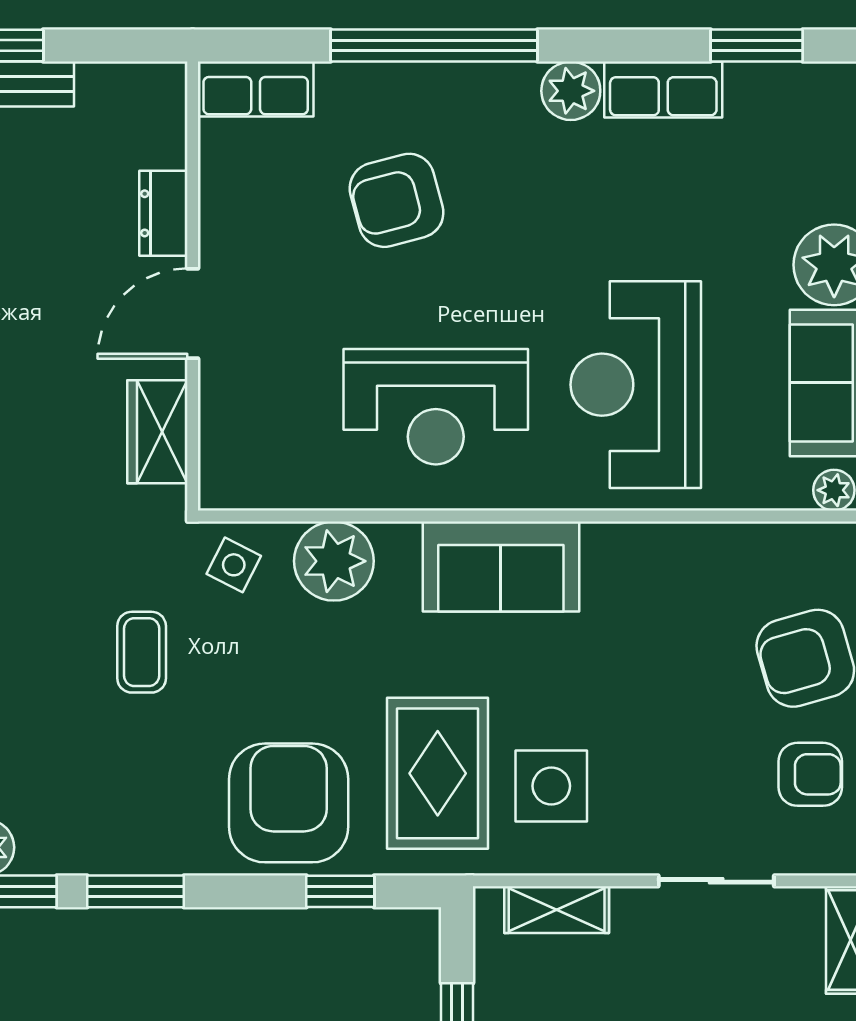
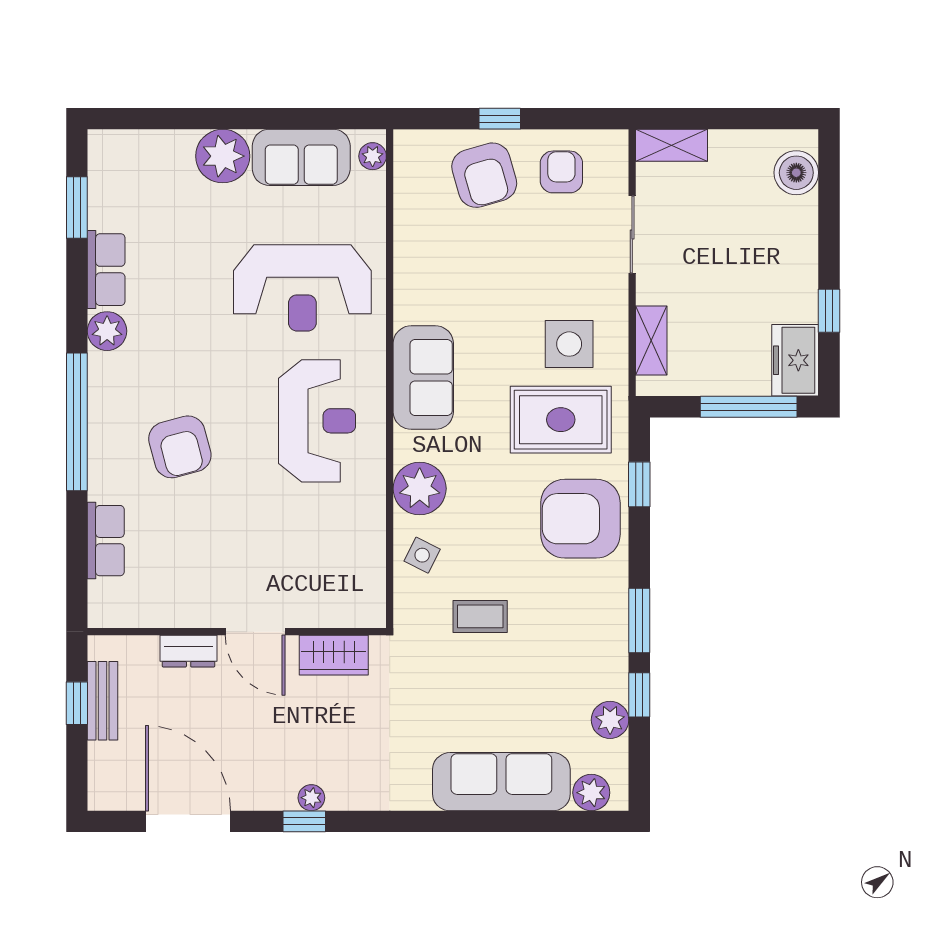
dresser: (163, 213) -> (189, 651), moved
wall: (193, 286) -> (237, 632), moved
door: (193, 314) -> (255, 632), moved
wardrobe: (157, 432) -> (334, 655), moved

